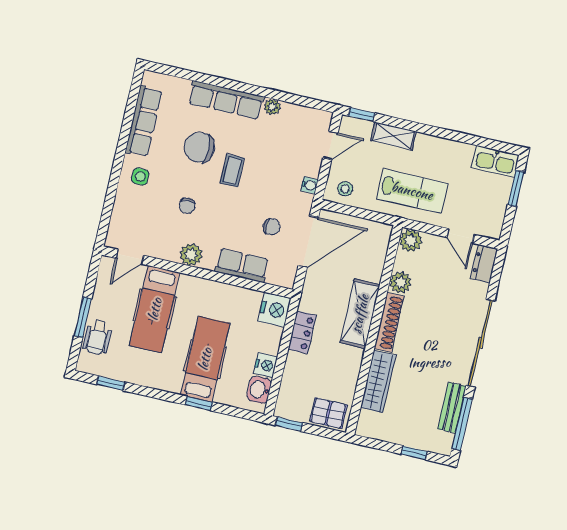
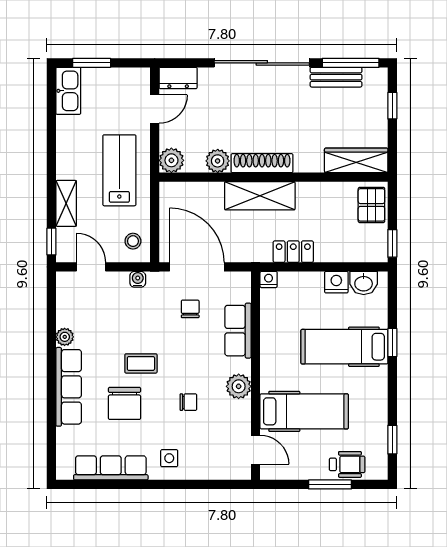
nightstand: (275, 310) -> (269, 279), width x0.53, depth x0.56
wardrobe: (378, 381) -> (356, 160), moved

